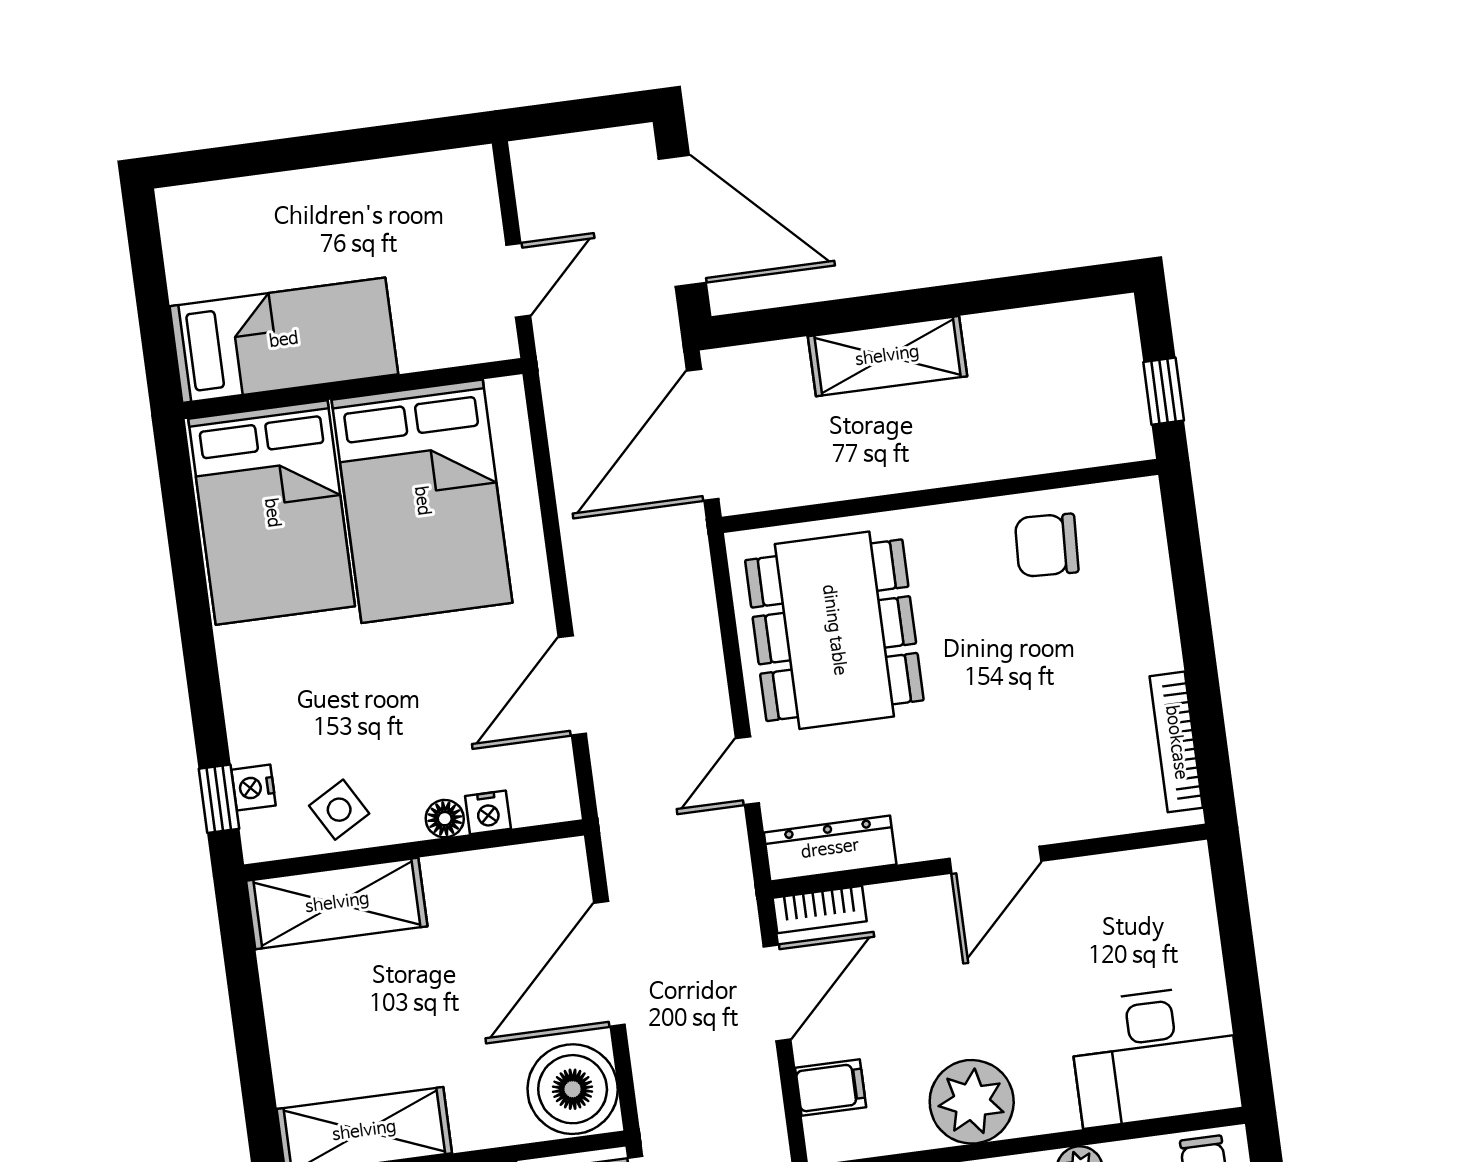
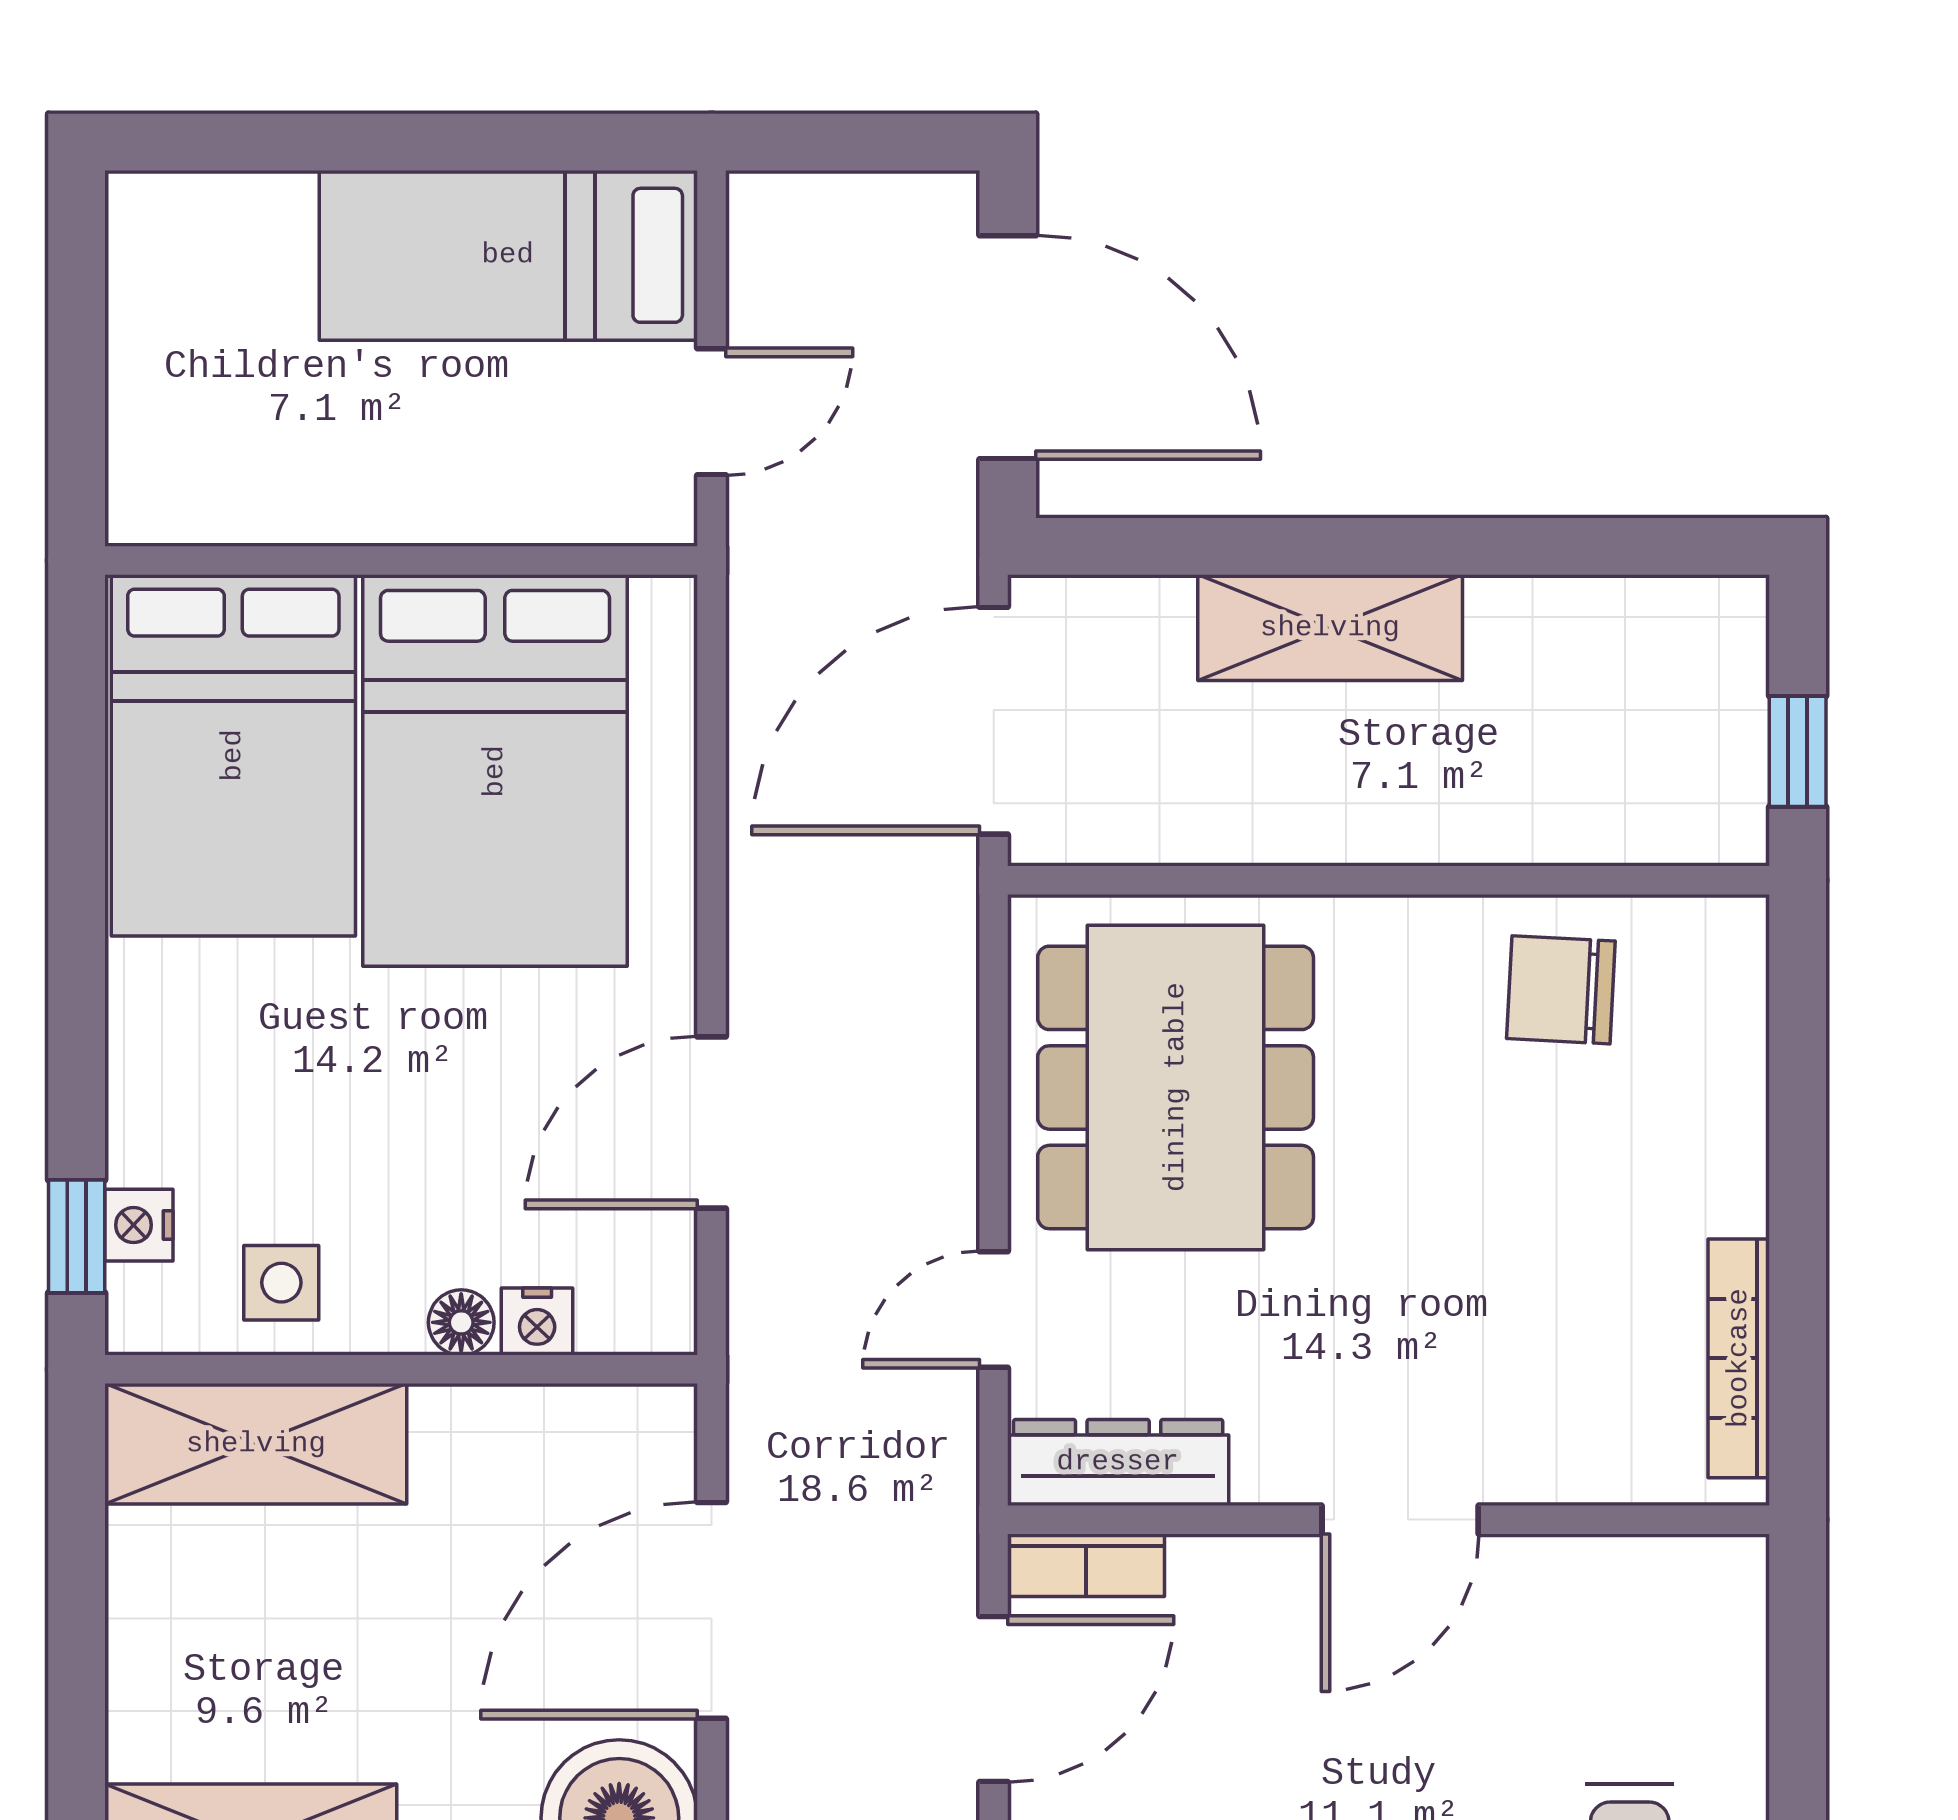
bed: (284, 340) -> (508, 255), moved, turned 180
side table: (339, 810) -> (281, 1283), turned 30

